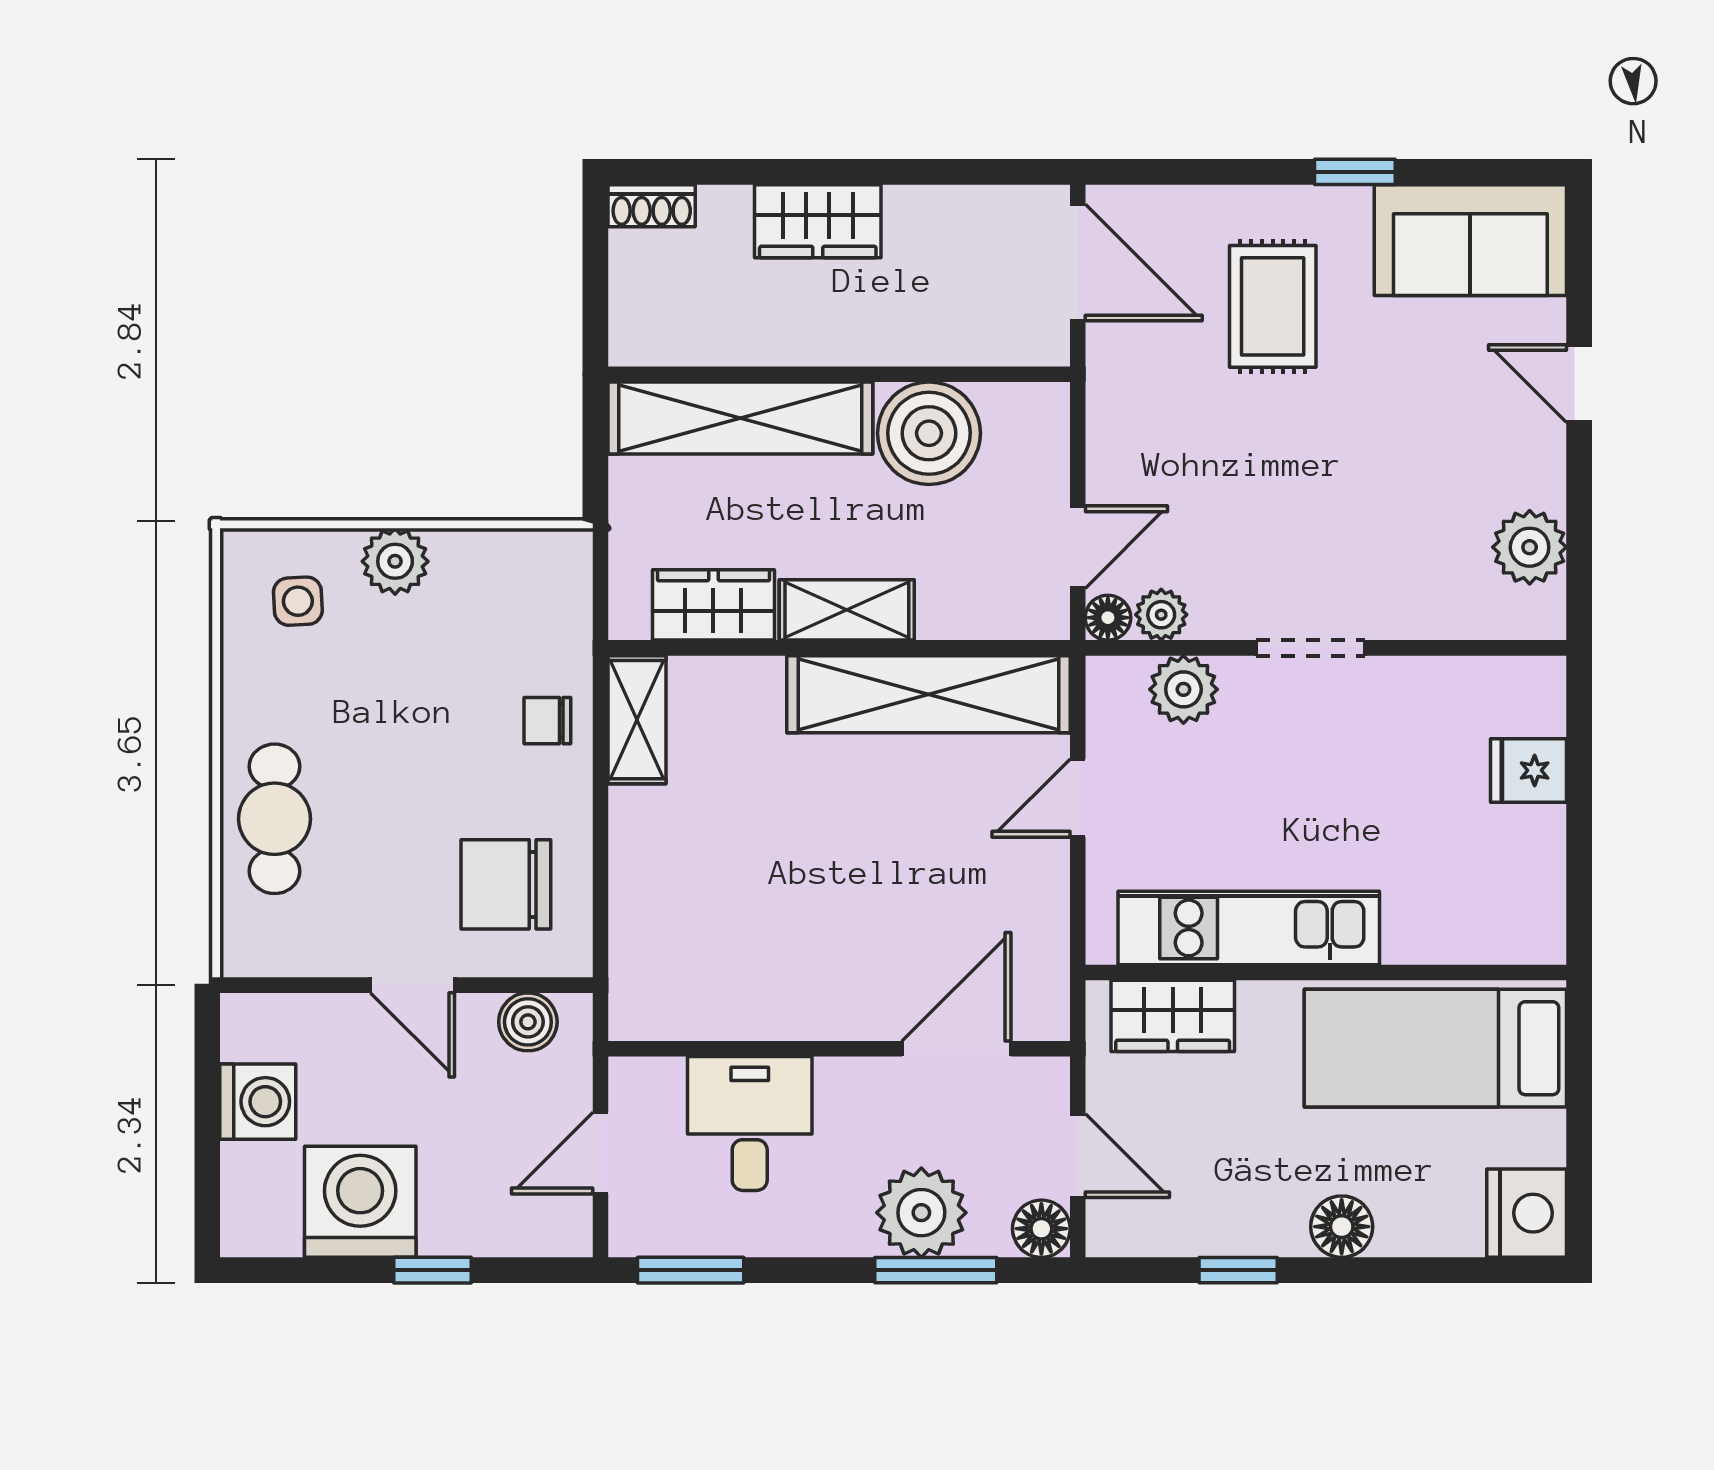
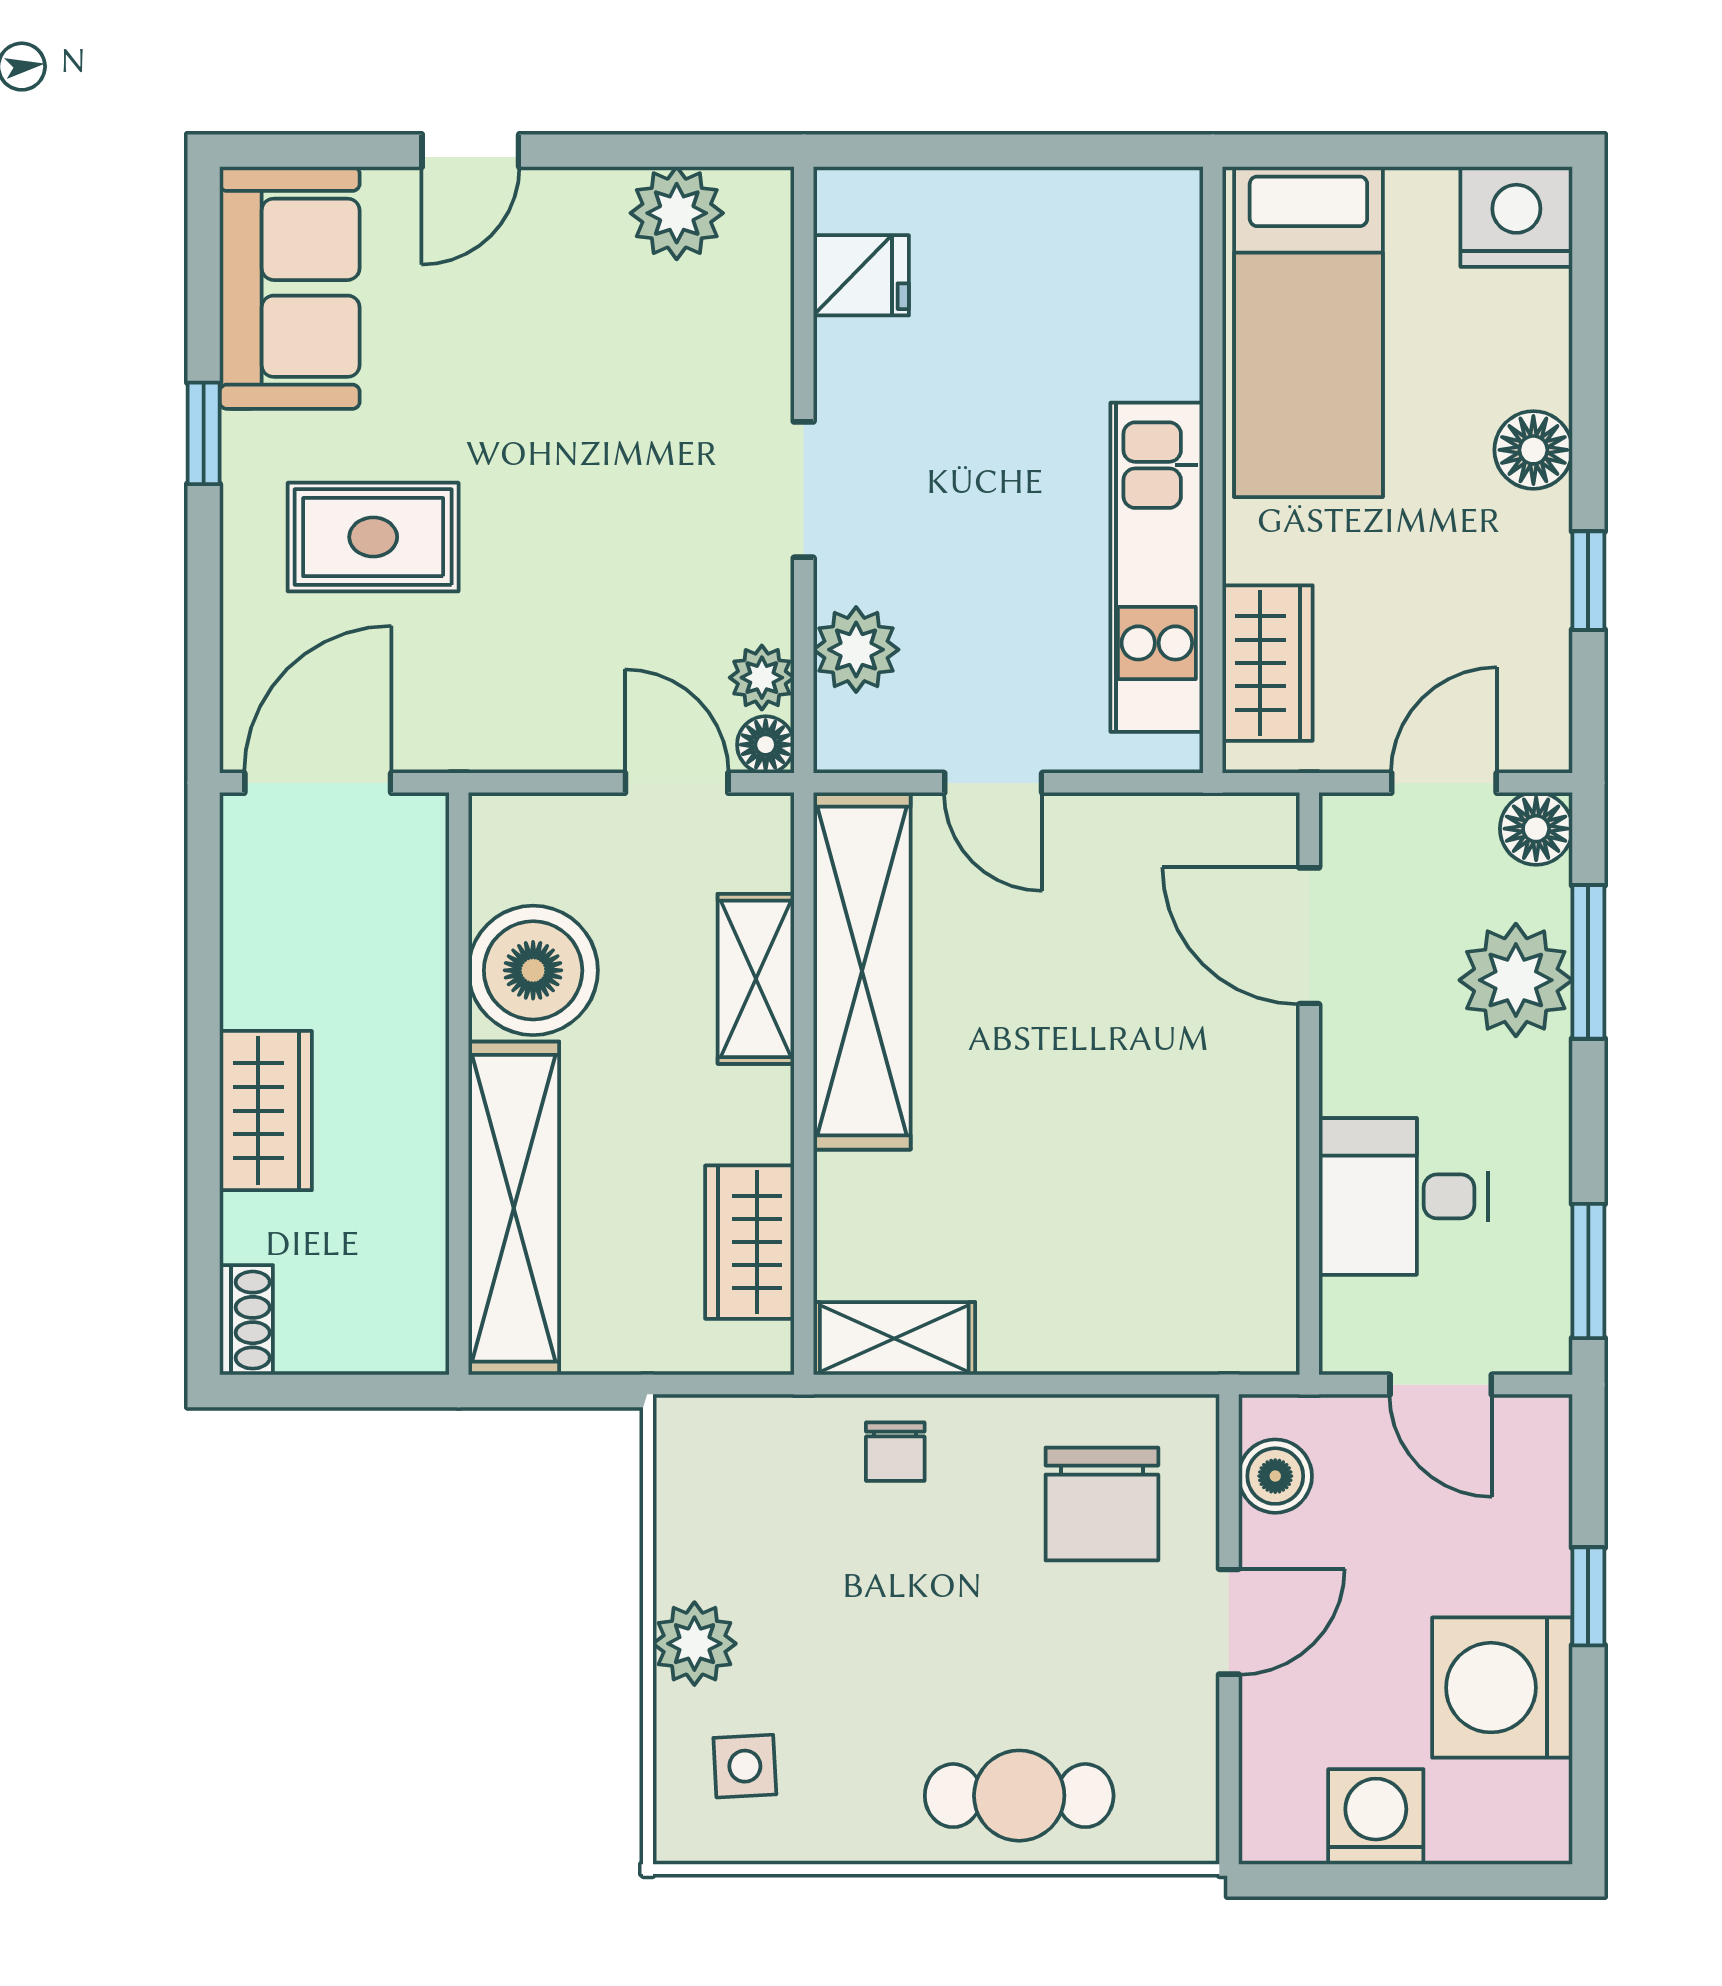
shelving: (847, 610) -> (756, 979), moved
fridge: (1528, 770) -> (861, 275), moved, turned -90

